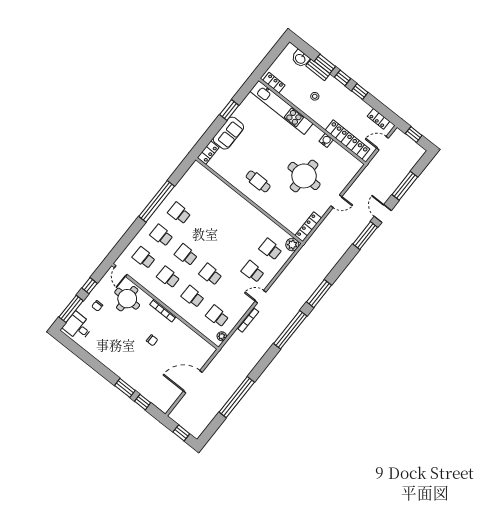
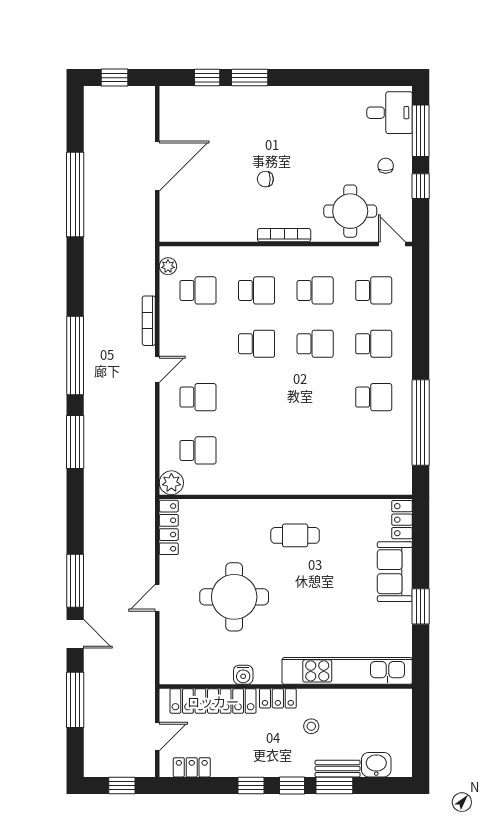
locker: (274, 83) -> (278, 698), moved
window: (157, 201) -> (421, 422), moved

